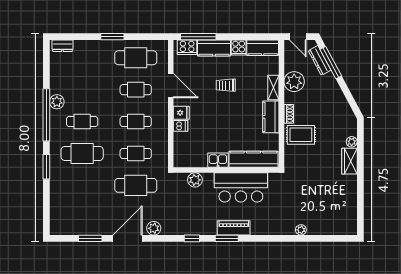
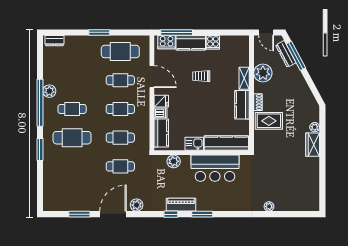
kitchen counter: (263, 48) -> (161, 133), moved, turned -90
cafe table: (136, 185) -> (120, 166), width x0.73, depth x0.74
piano: (234, 228) -> (181, 205), moved

